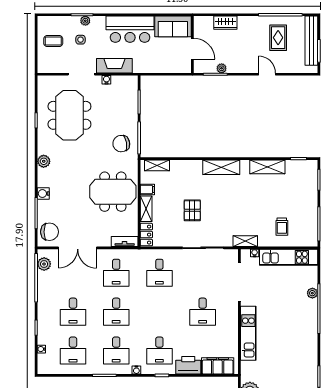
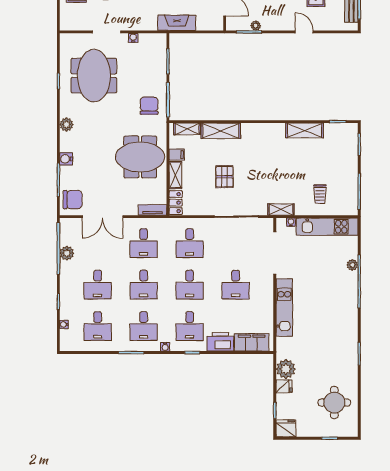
fireplace: (114, 66) -> (177, 23), moved
chair: (121, 144) -> (149, 106), turned 100
shelving: (221, 167) -> (221, 131), moved
plant: (44, 264) -> (67, 253), moved
desk: (159, 312) -> (190, 285), added

